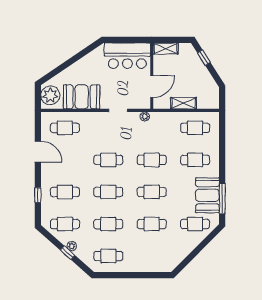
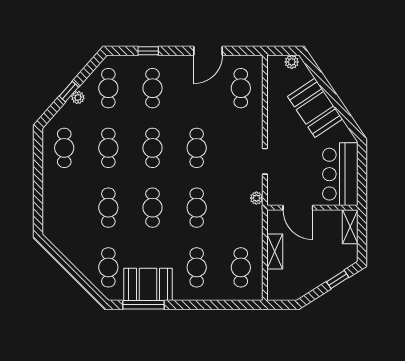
plant: (50, 95) -> (292, 62), width x0.53, depth x0.53
booth: (82, 97) -> (315, 108), moved, turned -34

